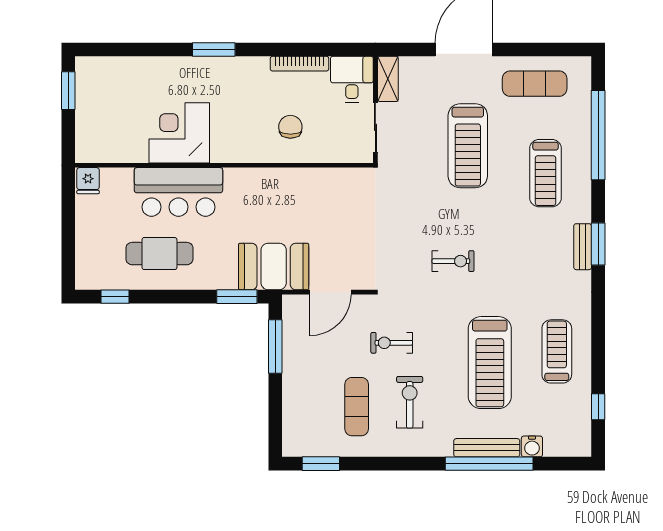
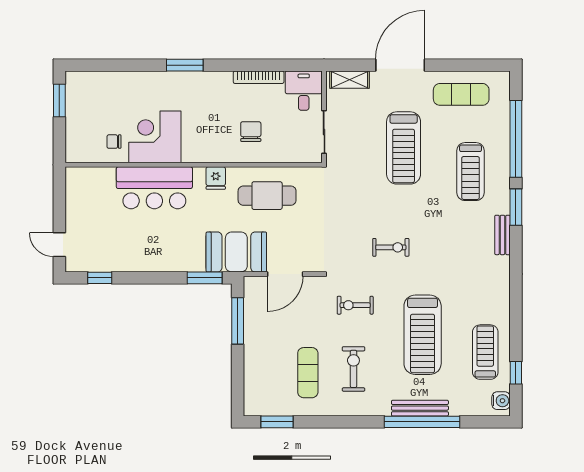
shelving: (388, 79) -> (350, 80), moved, turned 90
chair: (132, 138) -> (114, 142), added
fridge: (88, 181) -> (216, 178), moved
window: (598, 244) -> (516, 207), moved
cafe table: (159, 254) -> (267, 196), moved
door: (68, 258) -> (59, 245), added
exercise bike: (392, 343) -> (355, 305), moved
treadmill: (557, 351) -> (485, 352), moved
water cooler: (532, 446) -> (501, 401), moved, turned -90

